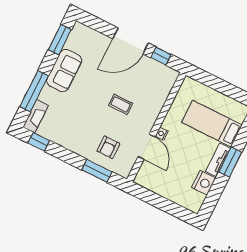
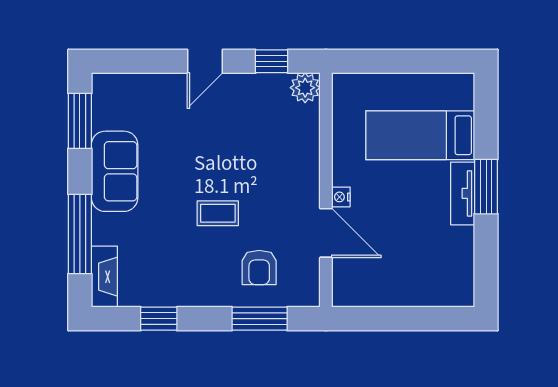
door: (131, 41) -> (205, 61), width x0.53
plant: (170, 76) -> (305, 88), added
coffee table: (121, 104) -> (218, 213), moved
window: (39, 142) -> (159, 319), moved
nightstand: (204, 183) -> (457, 246), removed

